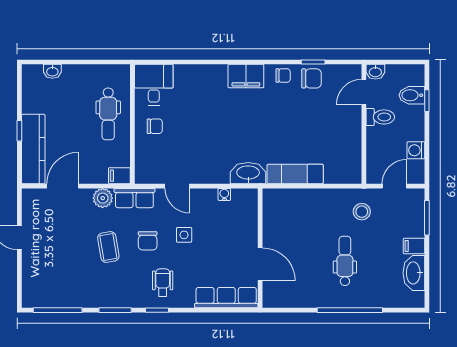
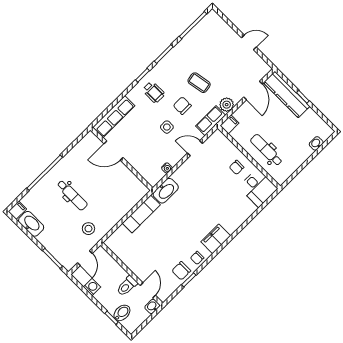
filing cabinet: (414, 246) -> (17, 210), moved

